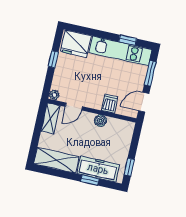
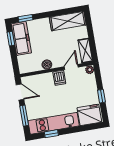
door: (144, 102) -> (20, 92), hinge flipped
dishwasher: (110, 104) -> (59, 78), moved
freezer: (98, 169) -> (21, 38), moved, turned -90
window: (90, 180) -> (26, 18), moved

